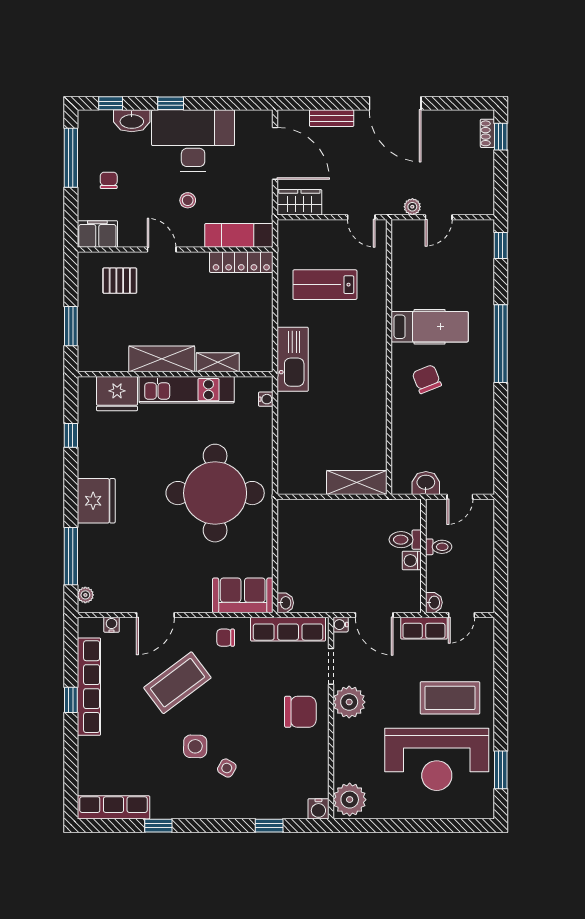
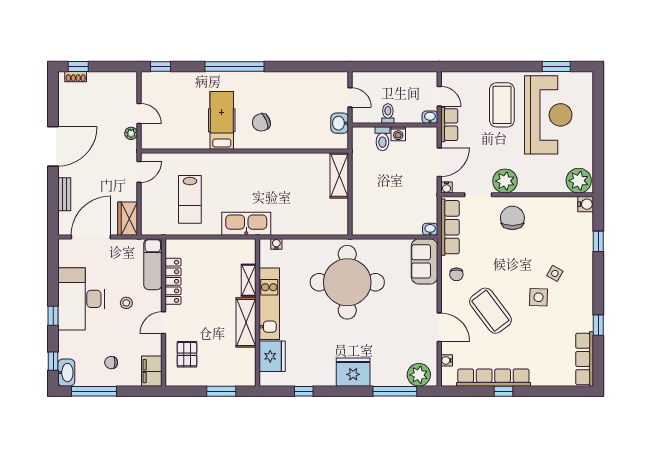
washbasin: (132, 121) -> (66, 373), moved
locker: (241, 262) -> (173, 281), moved
plant: (85, 595) -> (419, 375), width x1.88, depth x1.88

